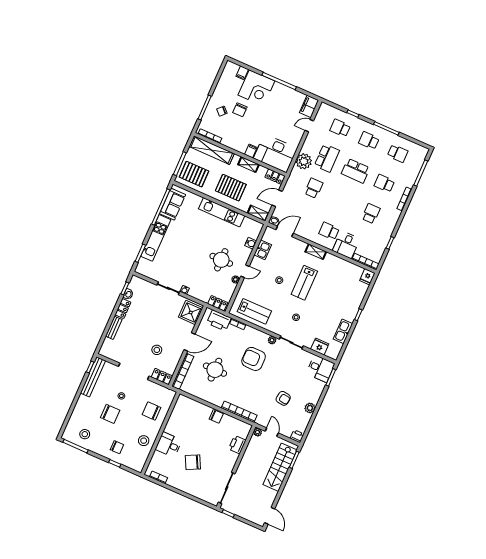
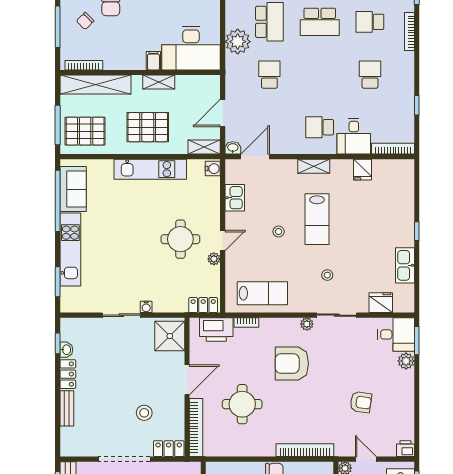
locker: (275, 177) -> (205, 82), removed
water cooler: (251, 243) -> (213, 169), moved
fridge: (367, 277) -> (362, 170), moved
plant: (310, 408) -> (406, 361), moved

